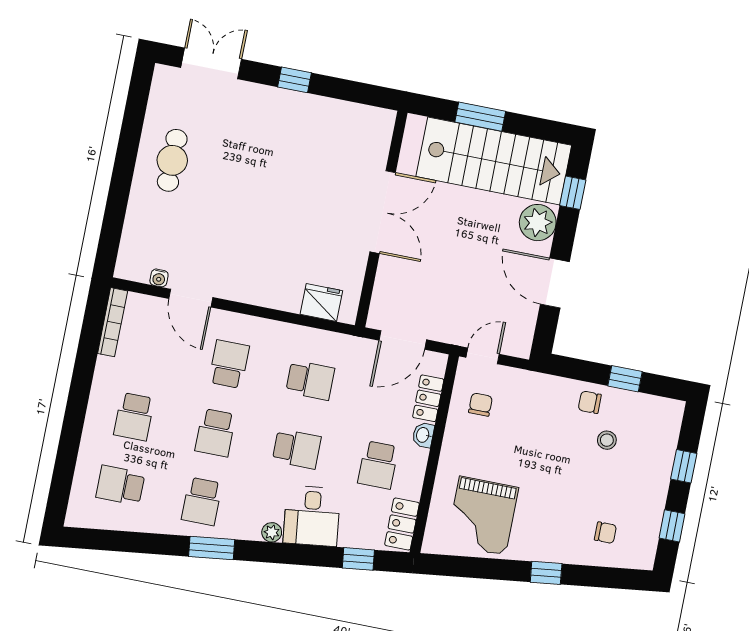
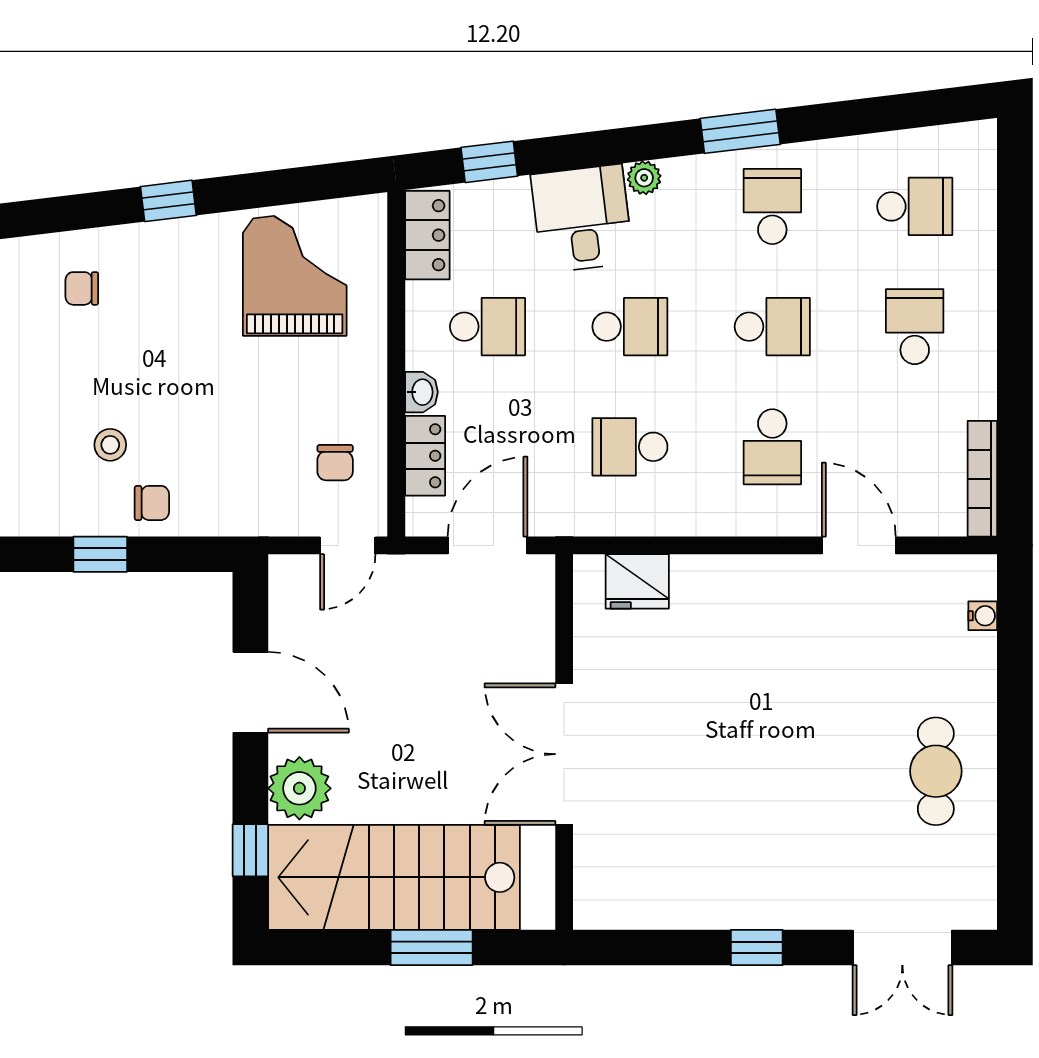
water cooler: (159, 278) -> (983, 616), moved, turned 90
school desk: (215, 433) -> (772, 327), turned 90
school desk: (297, 449) -> (630, 327), turned 180
school desk: (378, 465) -> (488, 327), turned 90

